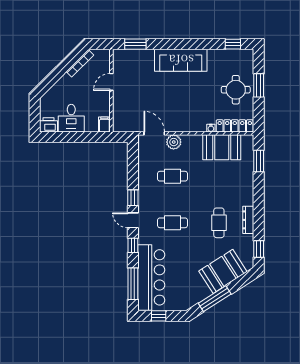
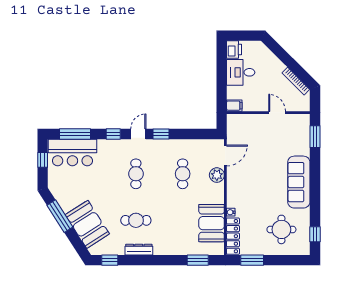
window: (259, 85) -> (252, 260), moved
round table: (236, 90) -> (281, 229), moved
bar counter: (151, 277) -> (72, 152), width x0.73

